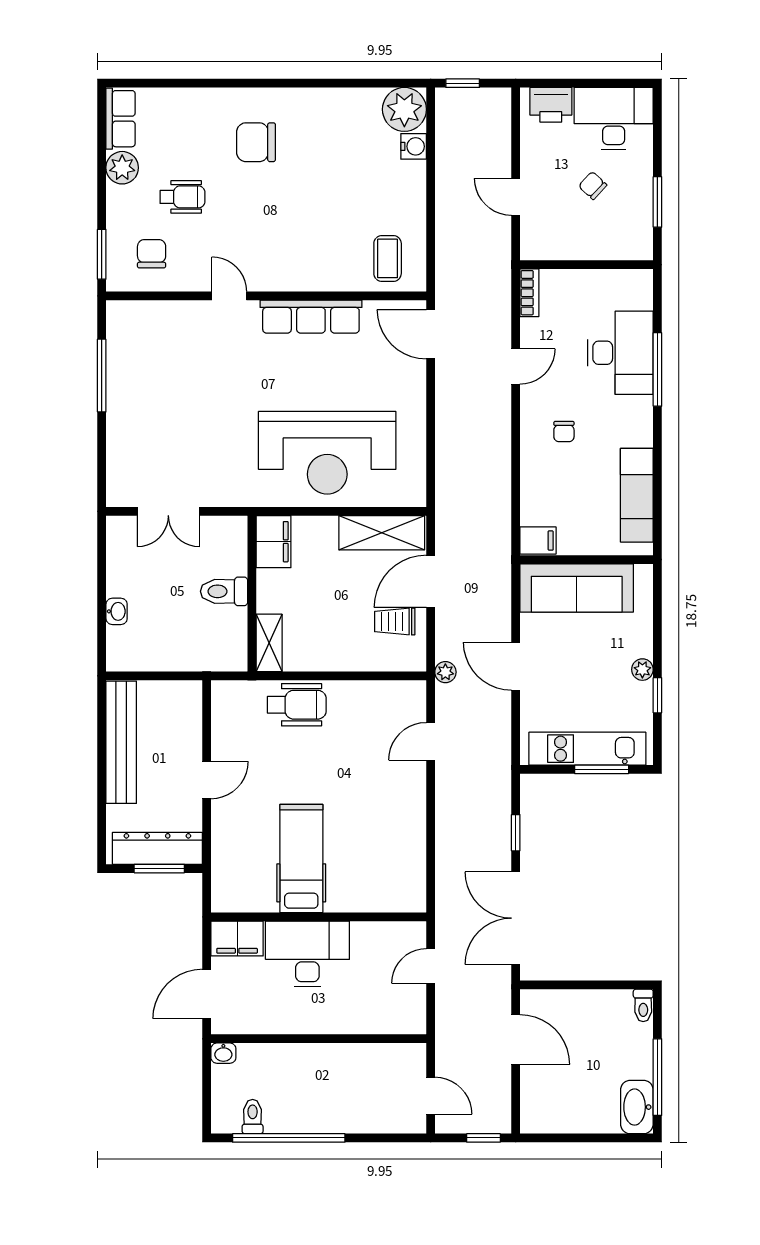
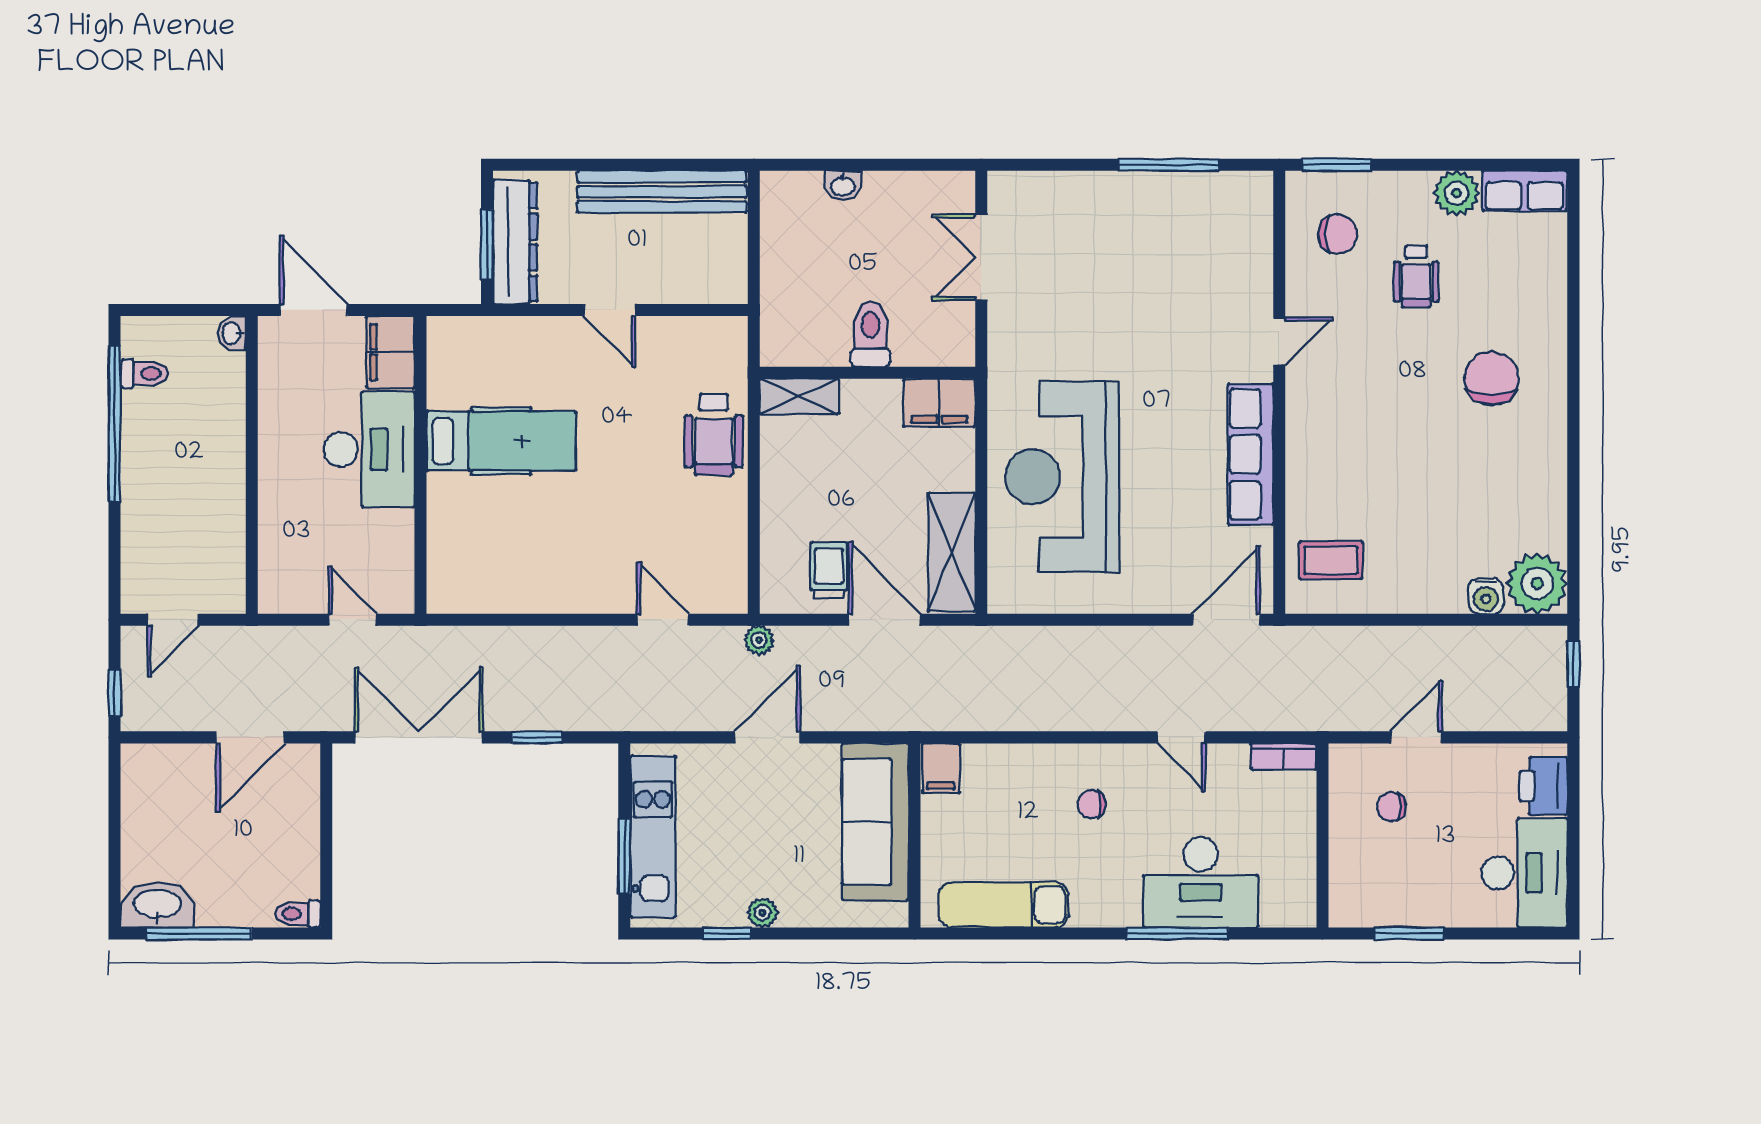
chair: (593, 186) -> (1391, 807), moved, turned -133

